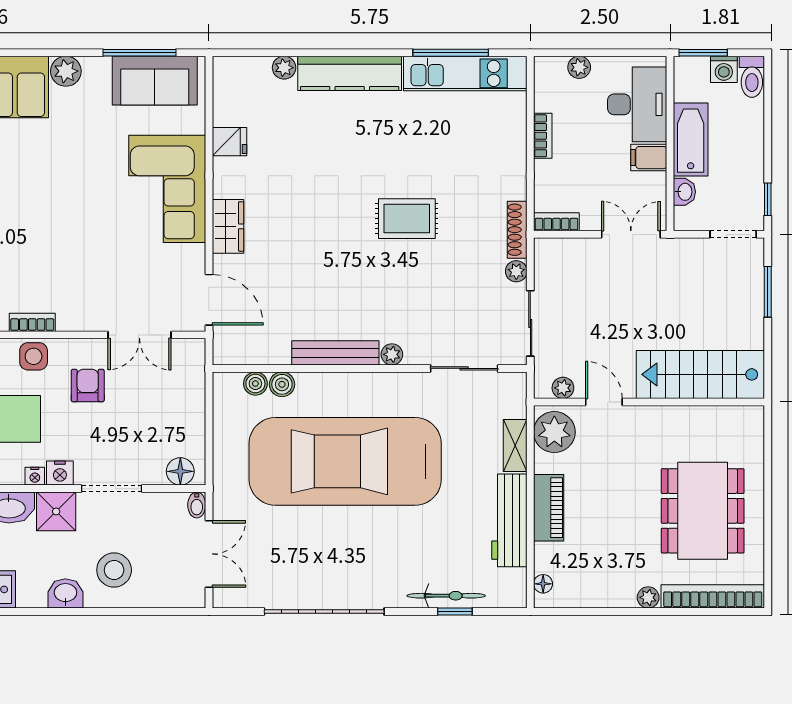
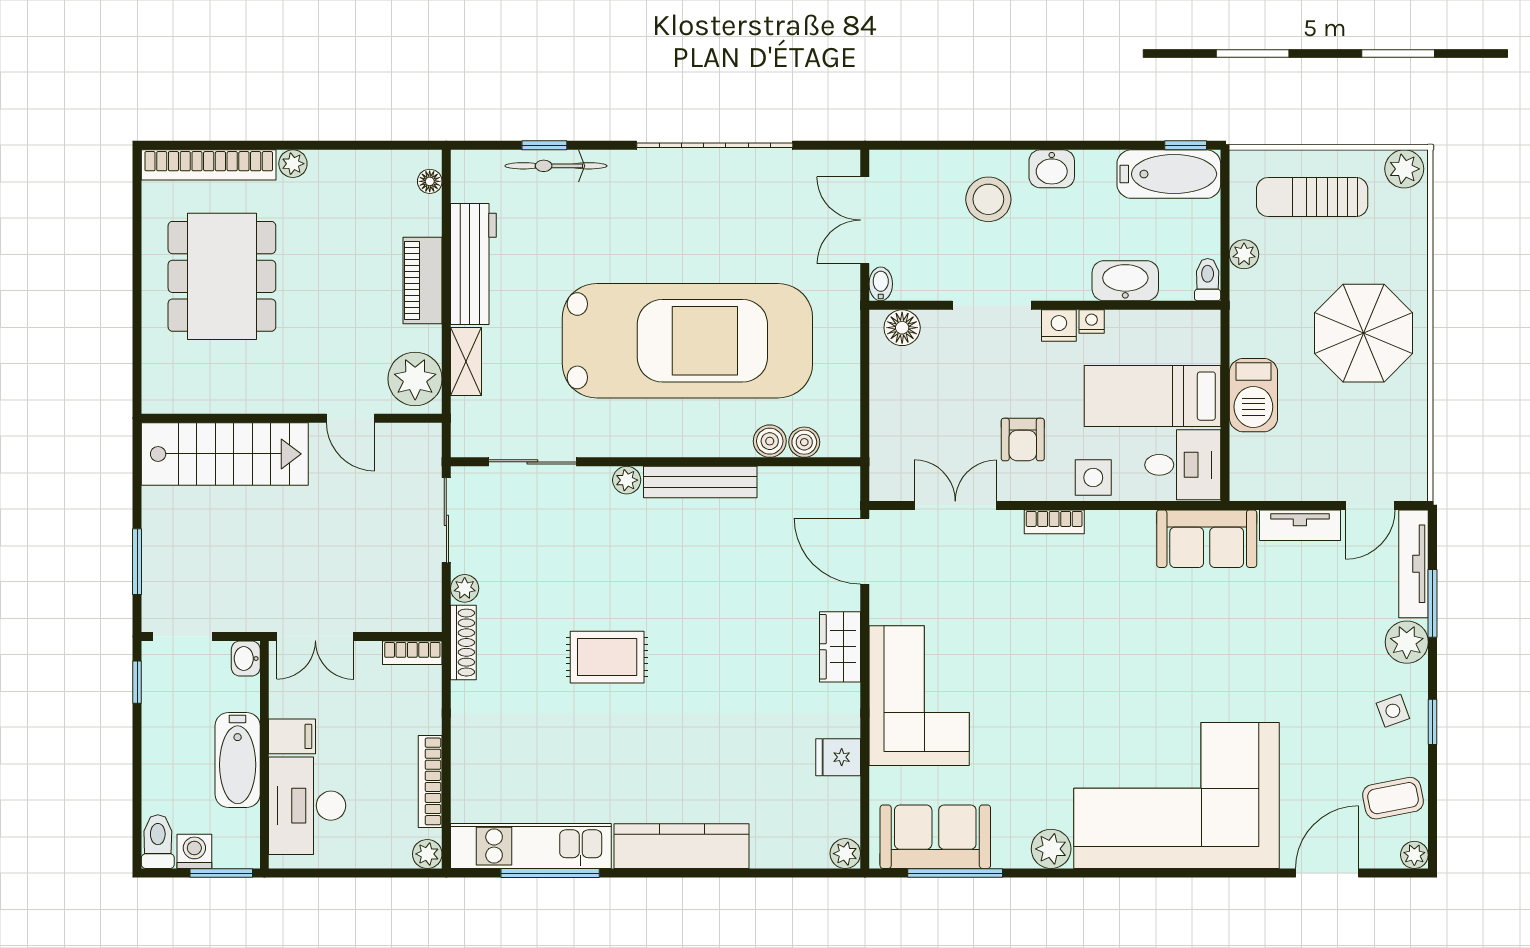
plant: (579, 67) -> (427, 854), moved
plant: (284, 68) -> (845, 854), moved
bookcase: (543, 136) -> (430, 781), width x1.56
washbasin: (684, 192) -> (246, 659), moved
bookcase: (32, 322) -> (1054, 522), moved
plant: (563, 388) -> (404, 437), removed
shower: (56, 511) -> (1064, 276), removed

